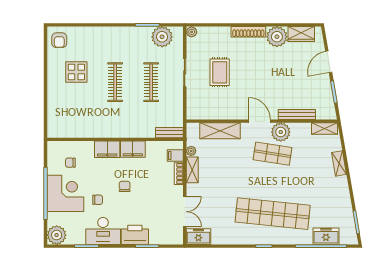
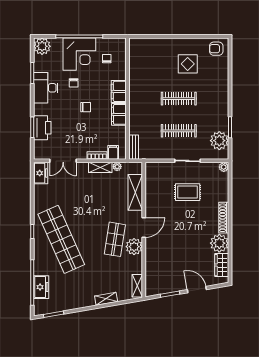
bench: (297, 114) -> (150, 261), removed
shop shelf: (273, 214) -> (61, 239), turned -30
printer: (135, 235) -> (42, 128), moved

